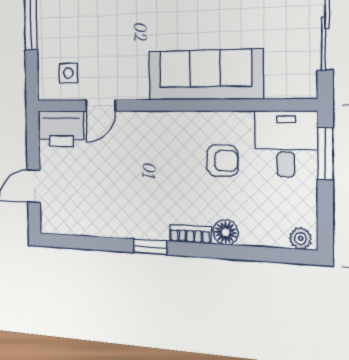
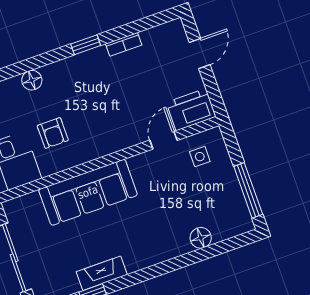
armchair: (222, 161) -> (53, 133), turned -90
bookcase: (190, 234) -> (124, 44), moved

